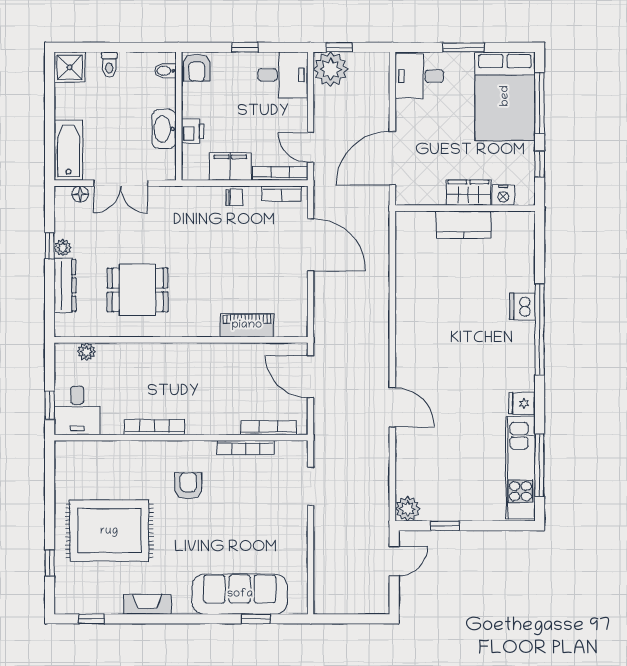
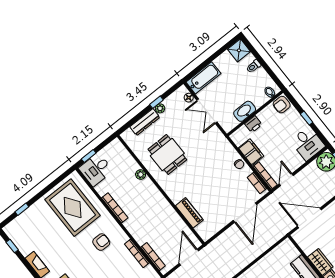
plant: (87, 352) -> (141, 175), moved
rug: (109, 531) -> (73, 208), moved

